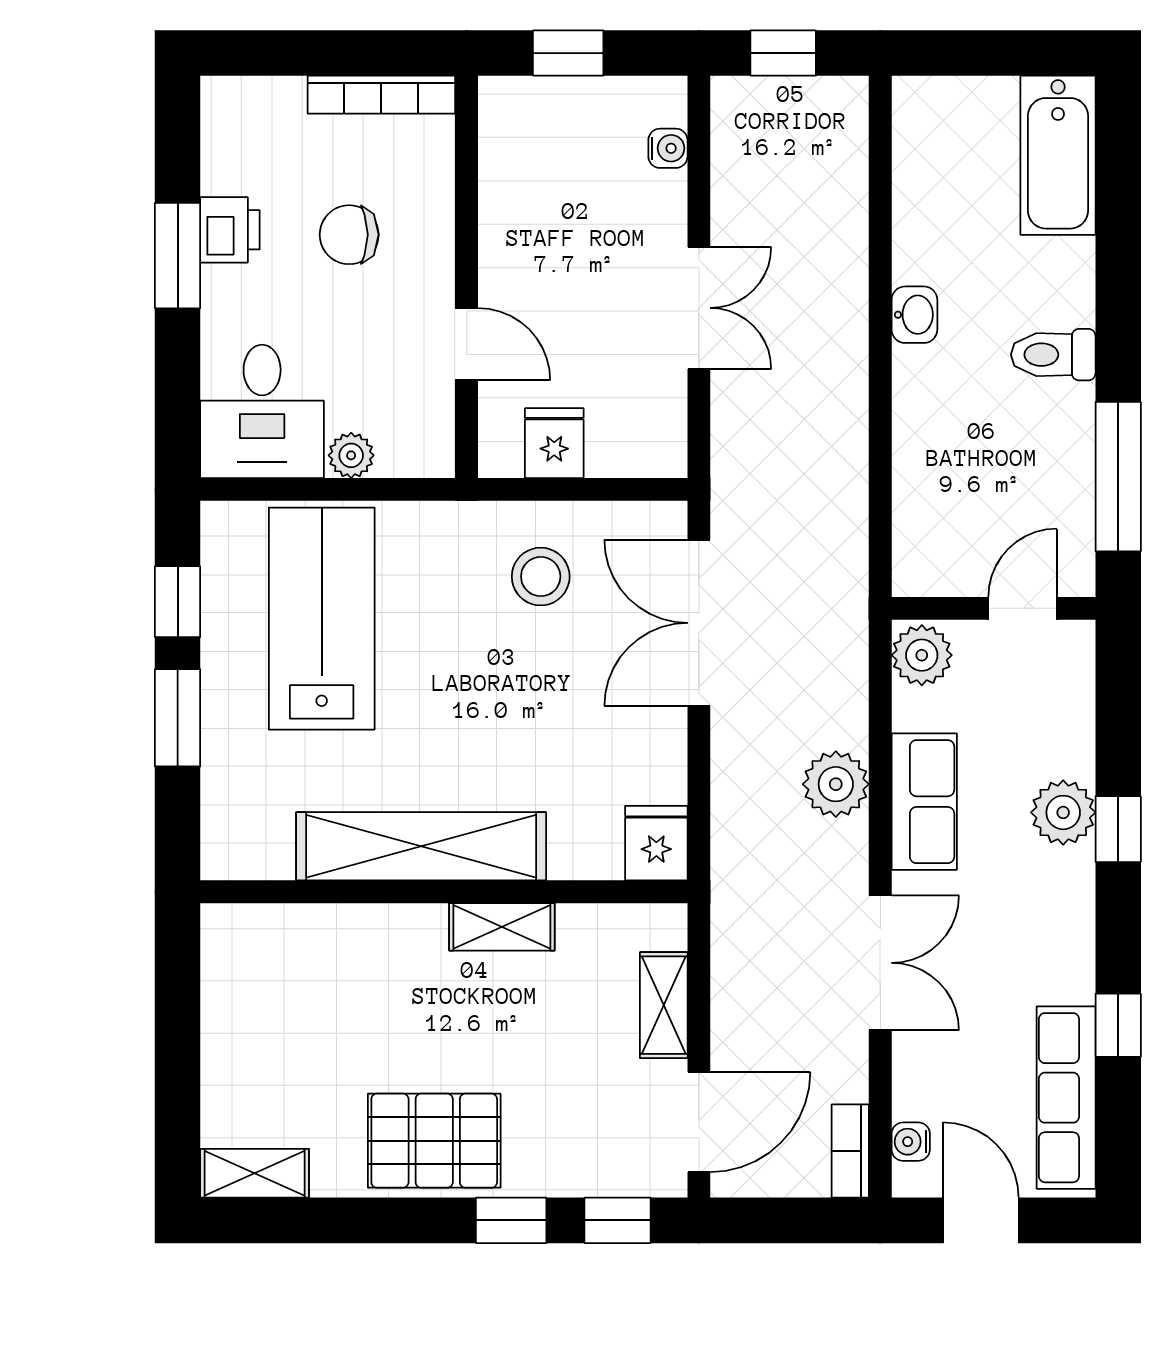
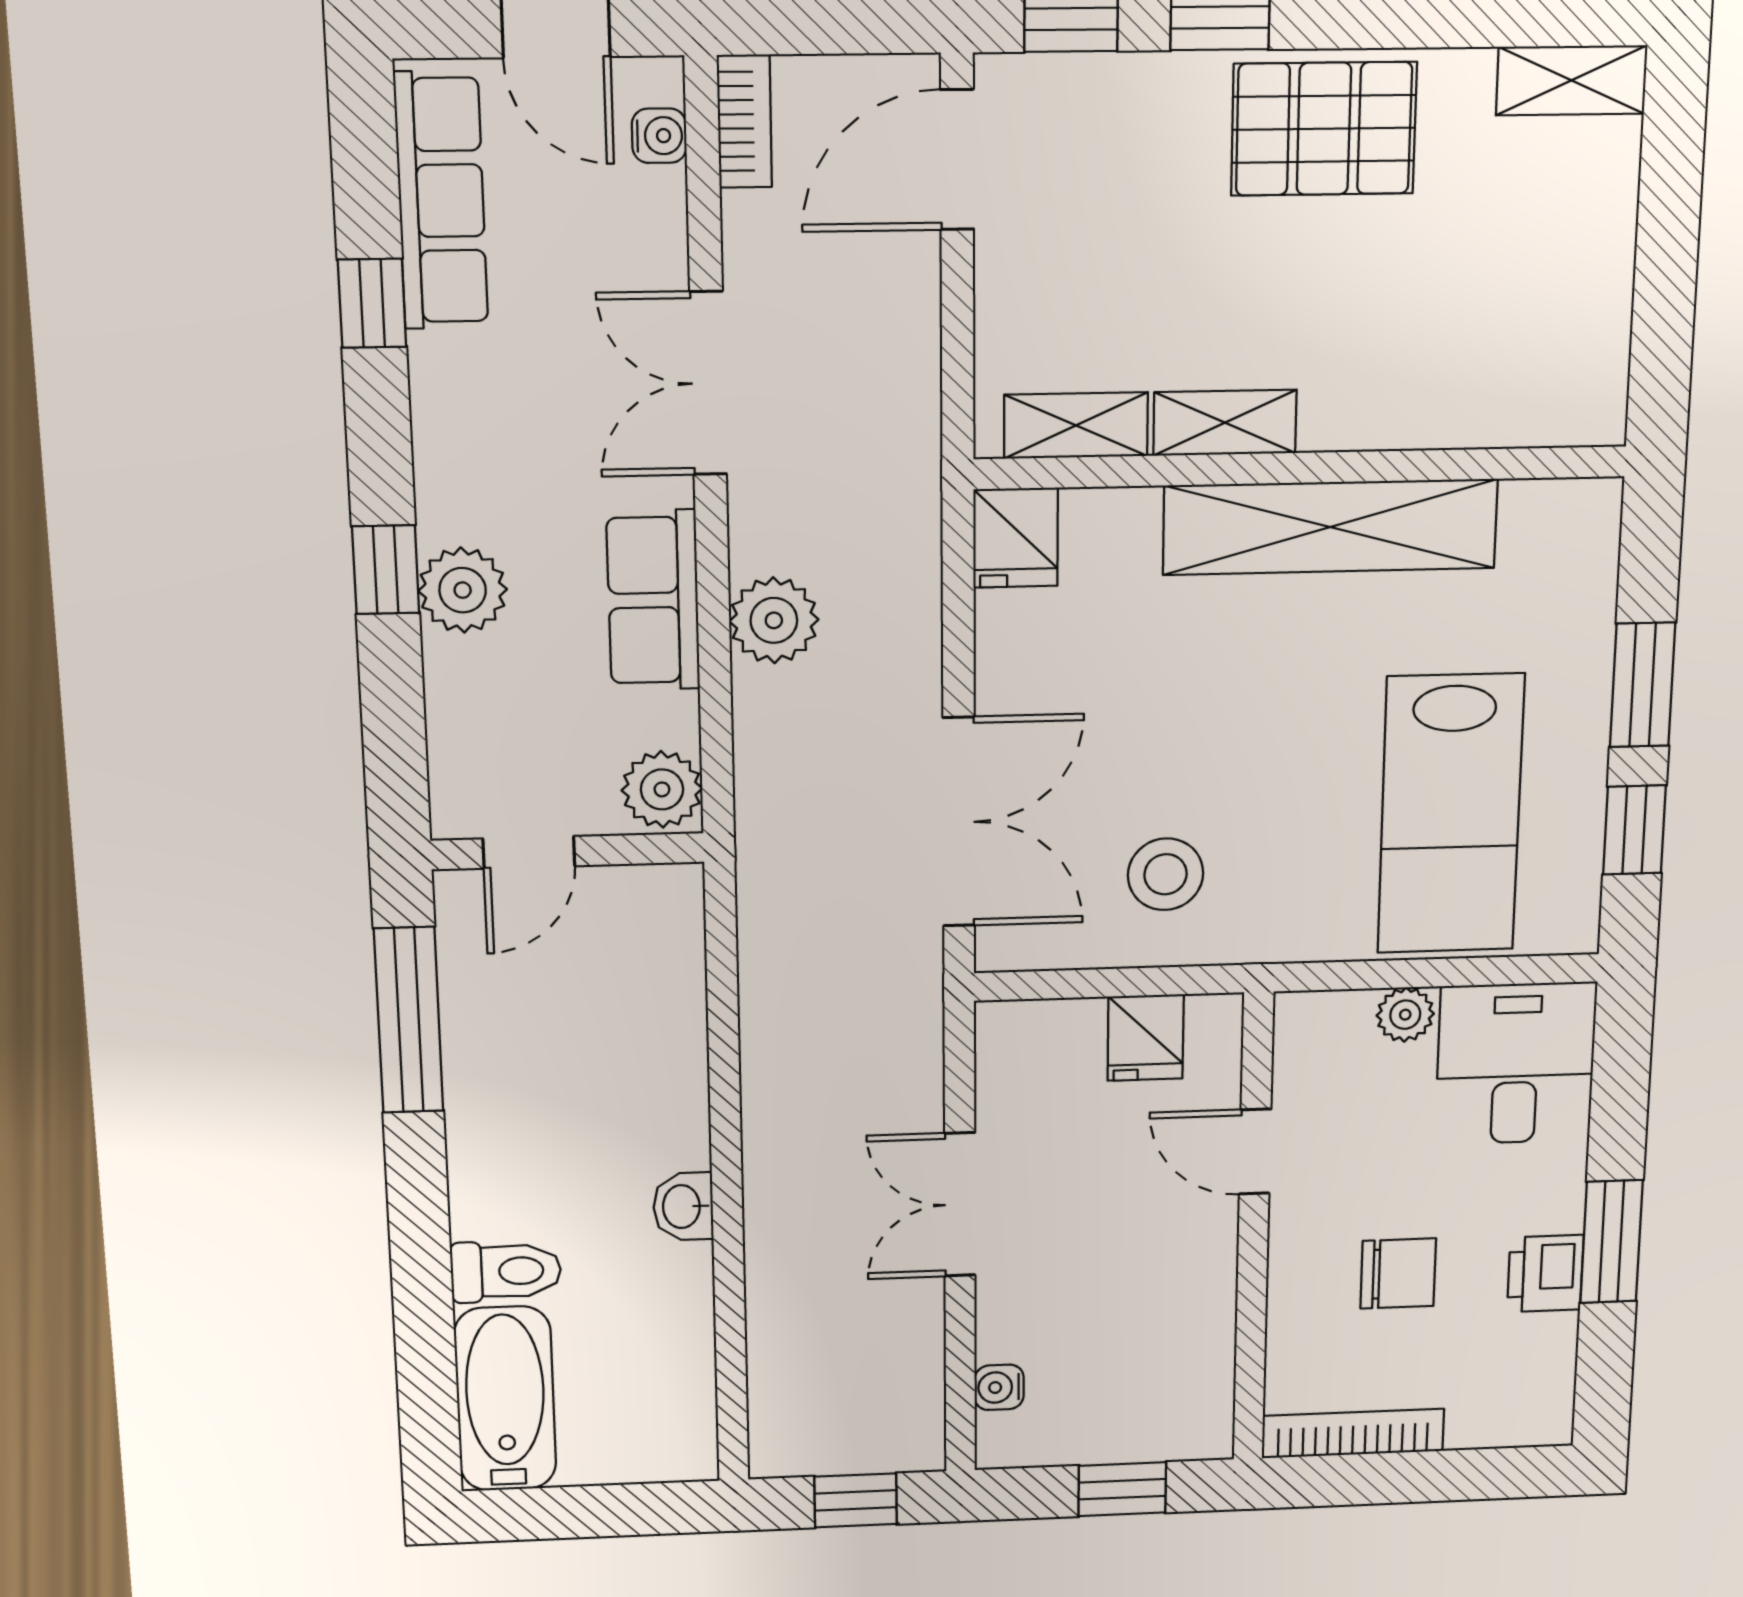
toilet: (1053, 355) -> (506, 1271), moved
shelving: (664, 1005) -> (1076, 425), moved, turned 90

